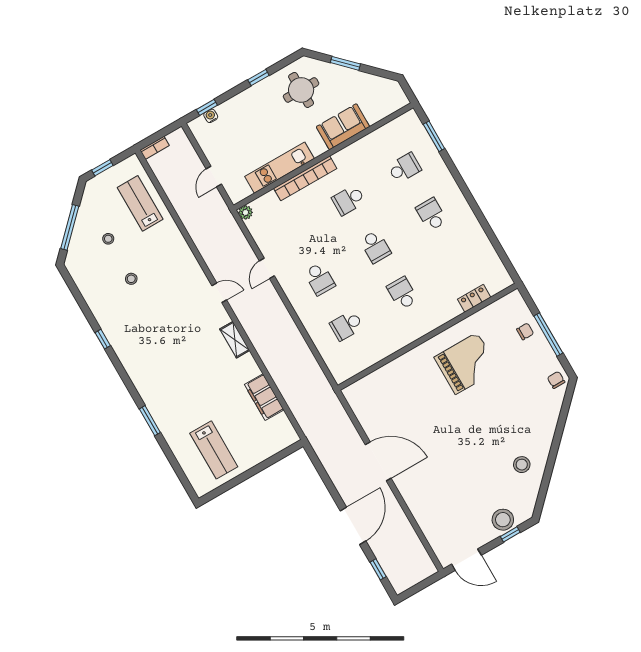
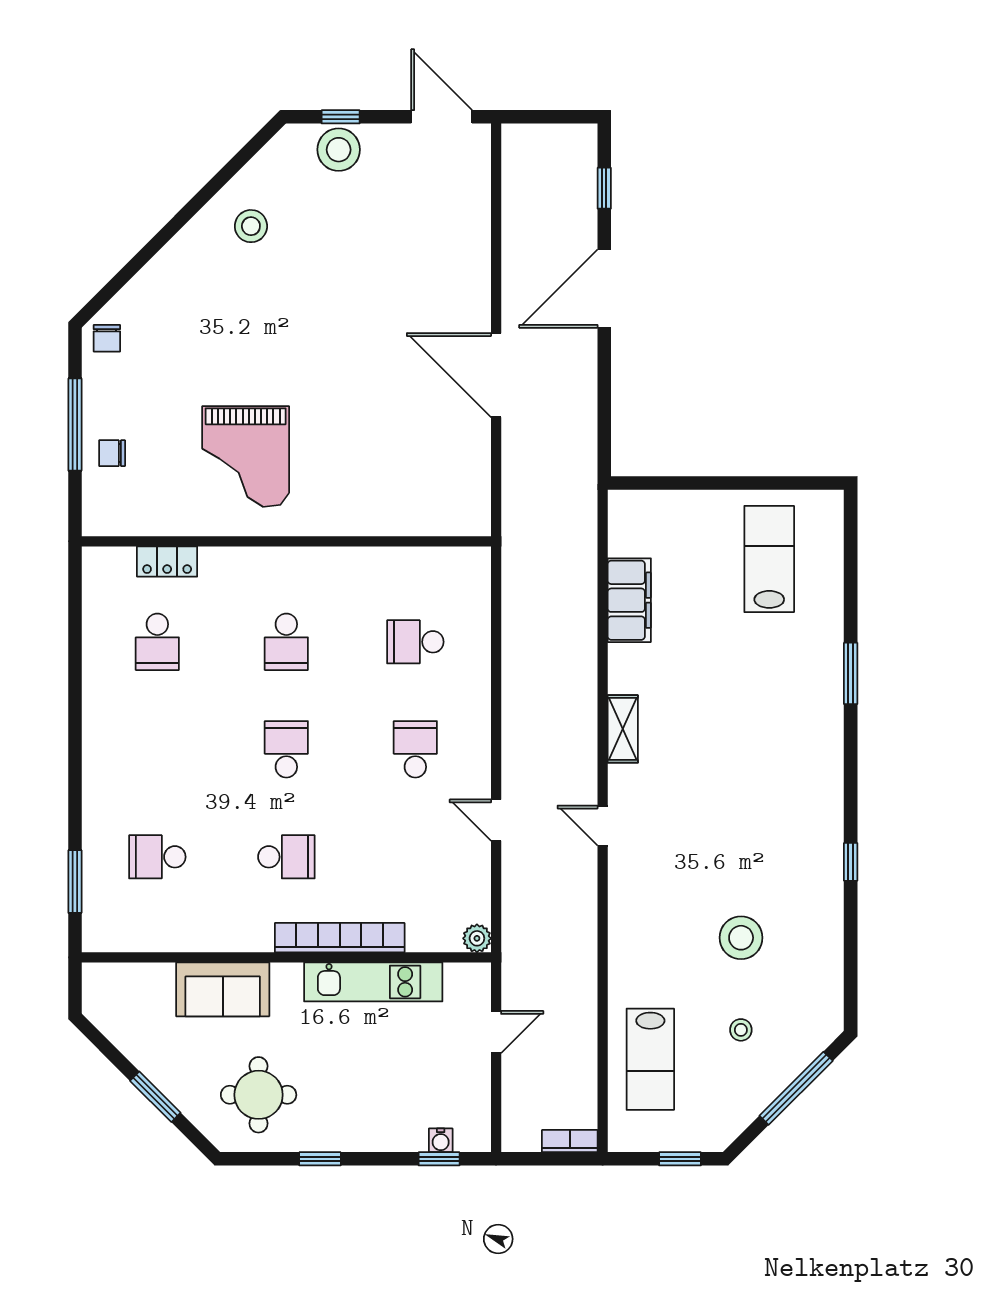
school desk: (431, 214) -> (157, 642), moved
door: (267, 268) -> (496, 820), swing flipped
stool: (131, 279) -> (741, 938), width x1.89, depth x1.89
school desk: (346, 326) -> (415, 642), turned 180
grand piano: (466, 363) -> (246, 457), turned -90

